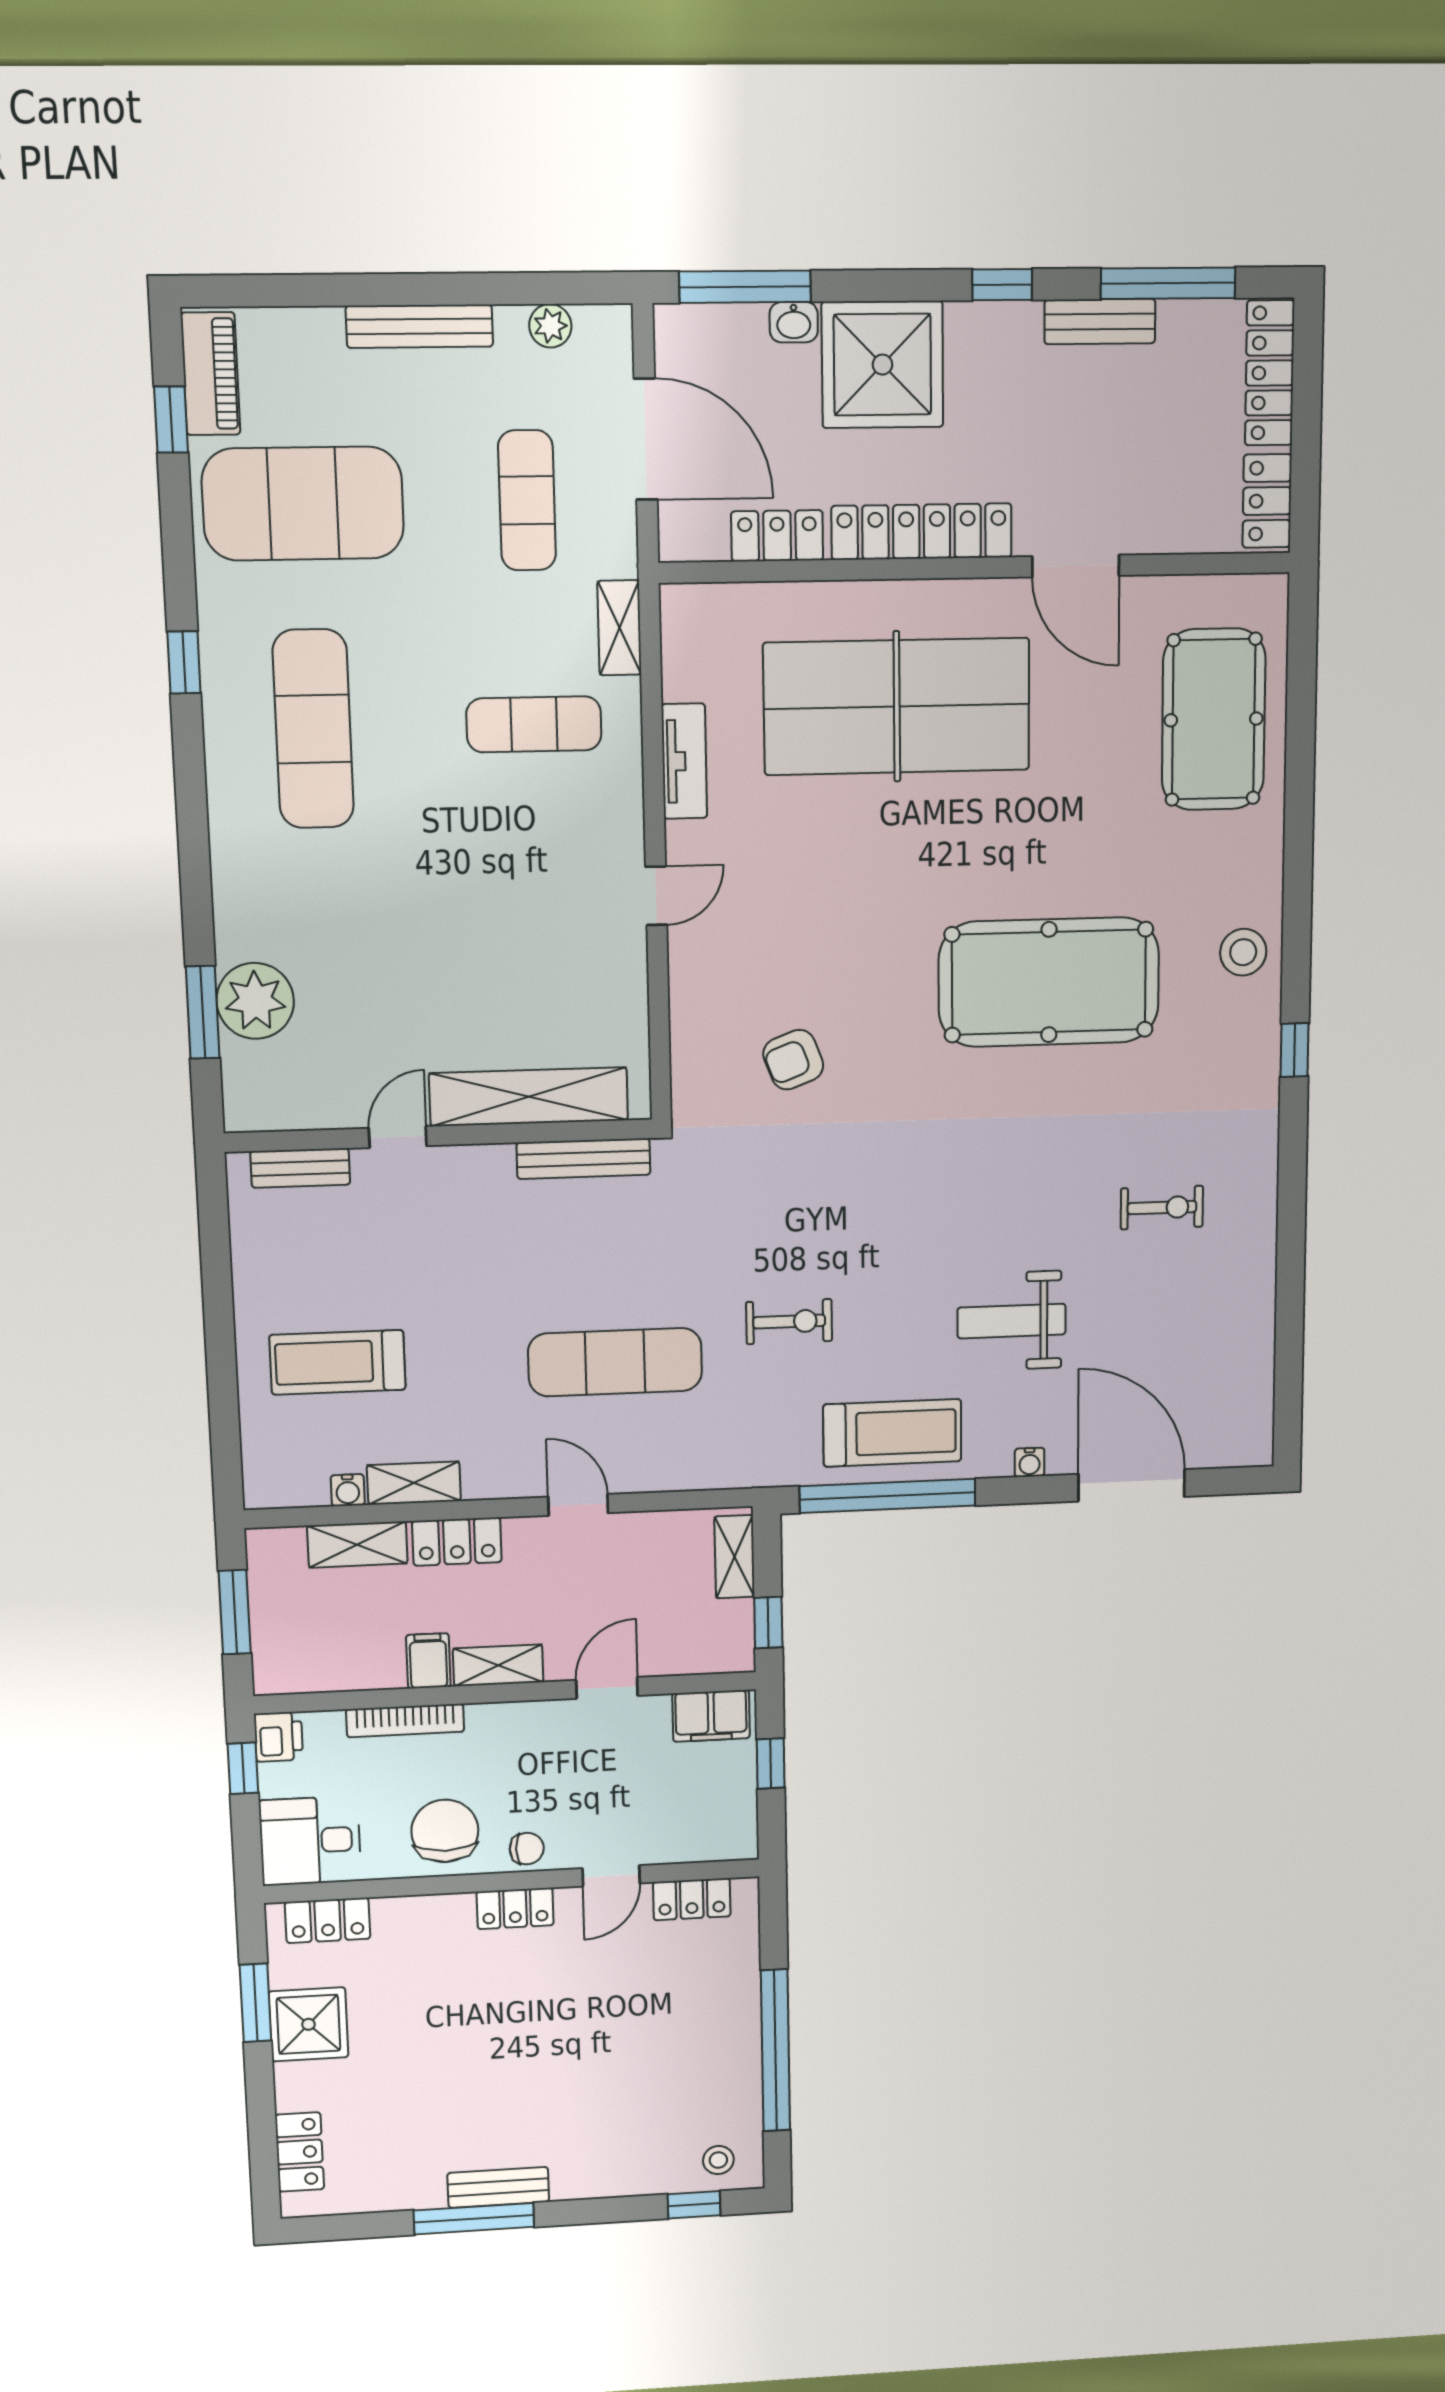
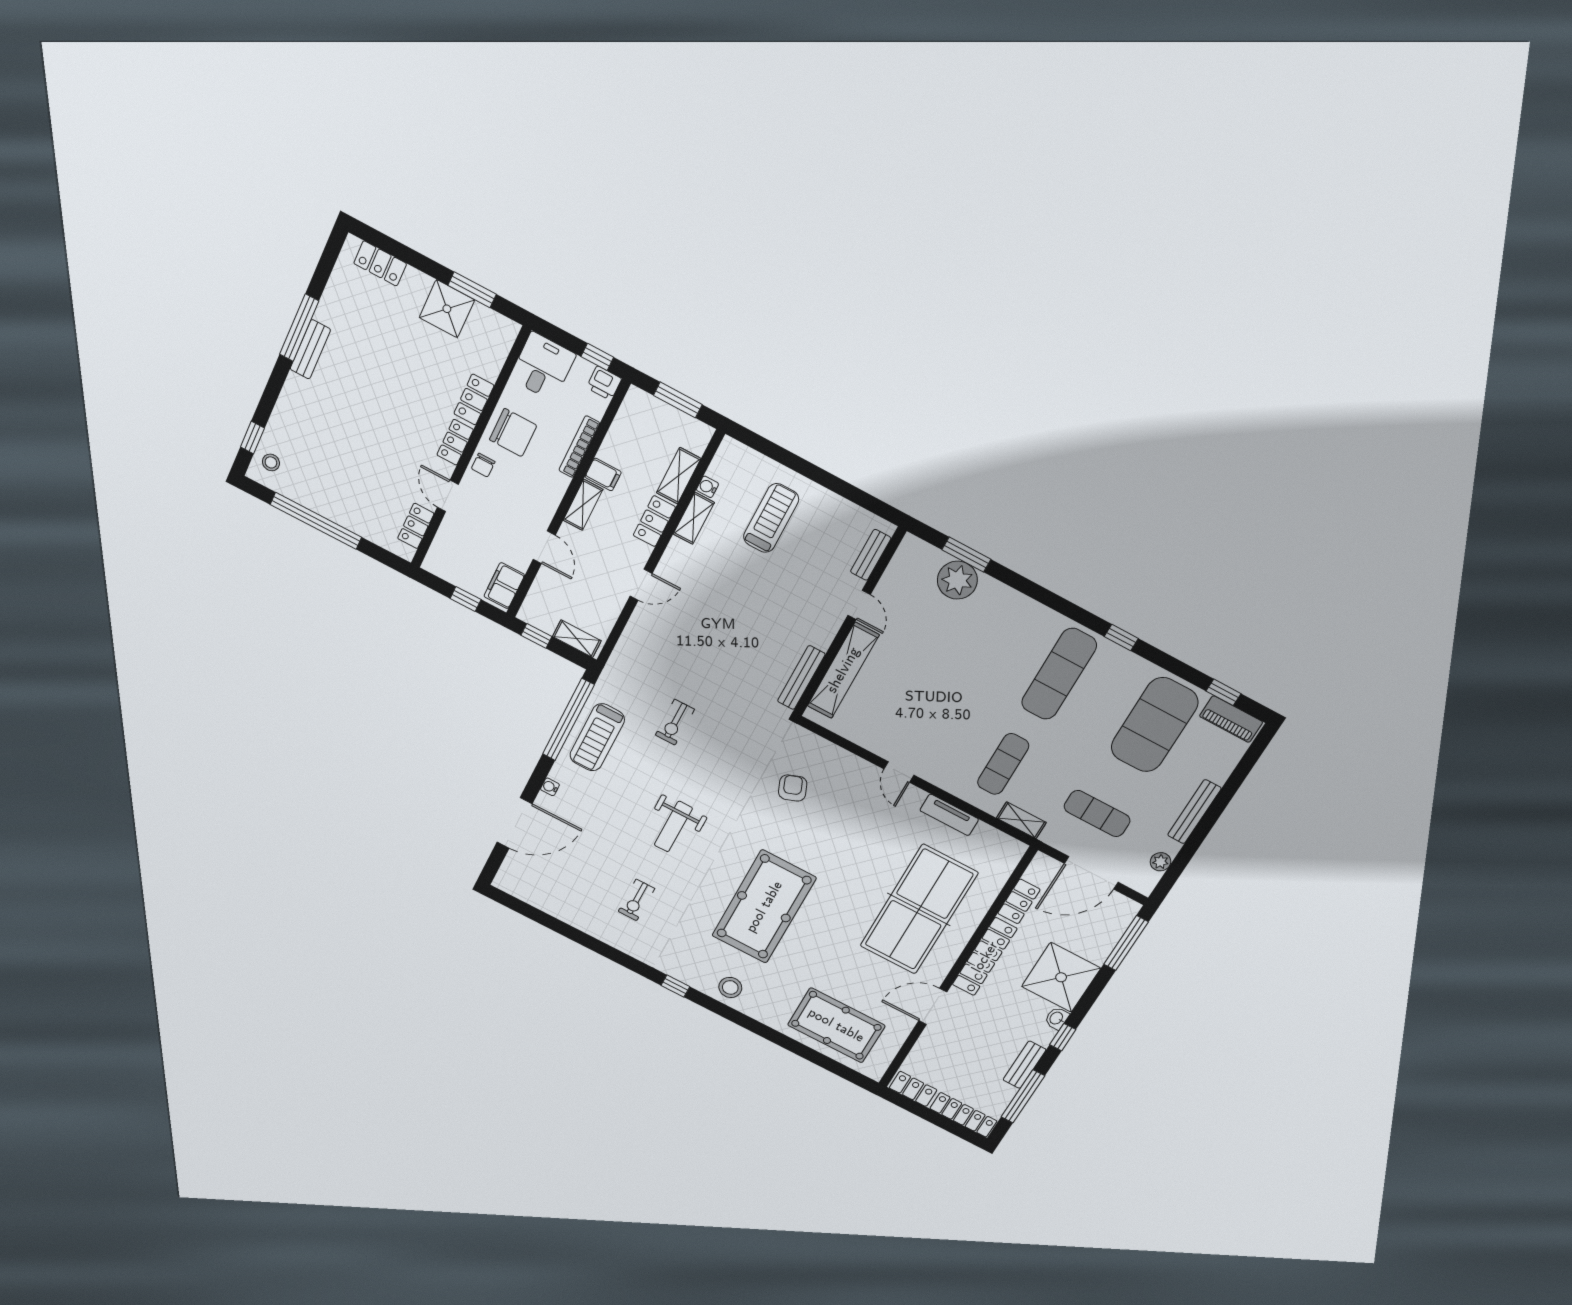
washbasin: (794, 322) -> (1057, 1018), moved
exercise mat: (313, 729) -> (1059, 674), turned 90
weight bench: (1012, 1321) -> (673, 826), moved, turned 180
exercise mat: (615, 1362) -> (700, 639), removed
locker: (328, 1920) -> (474, 399), moved

